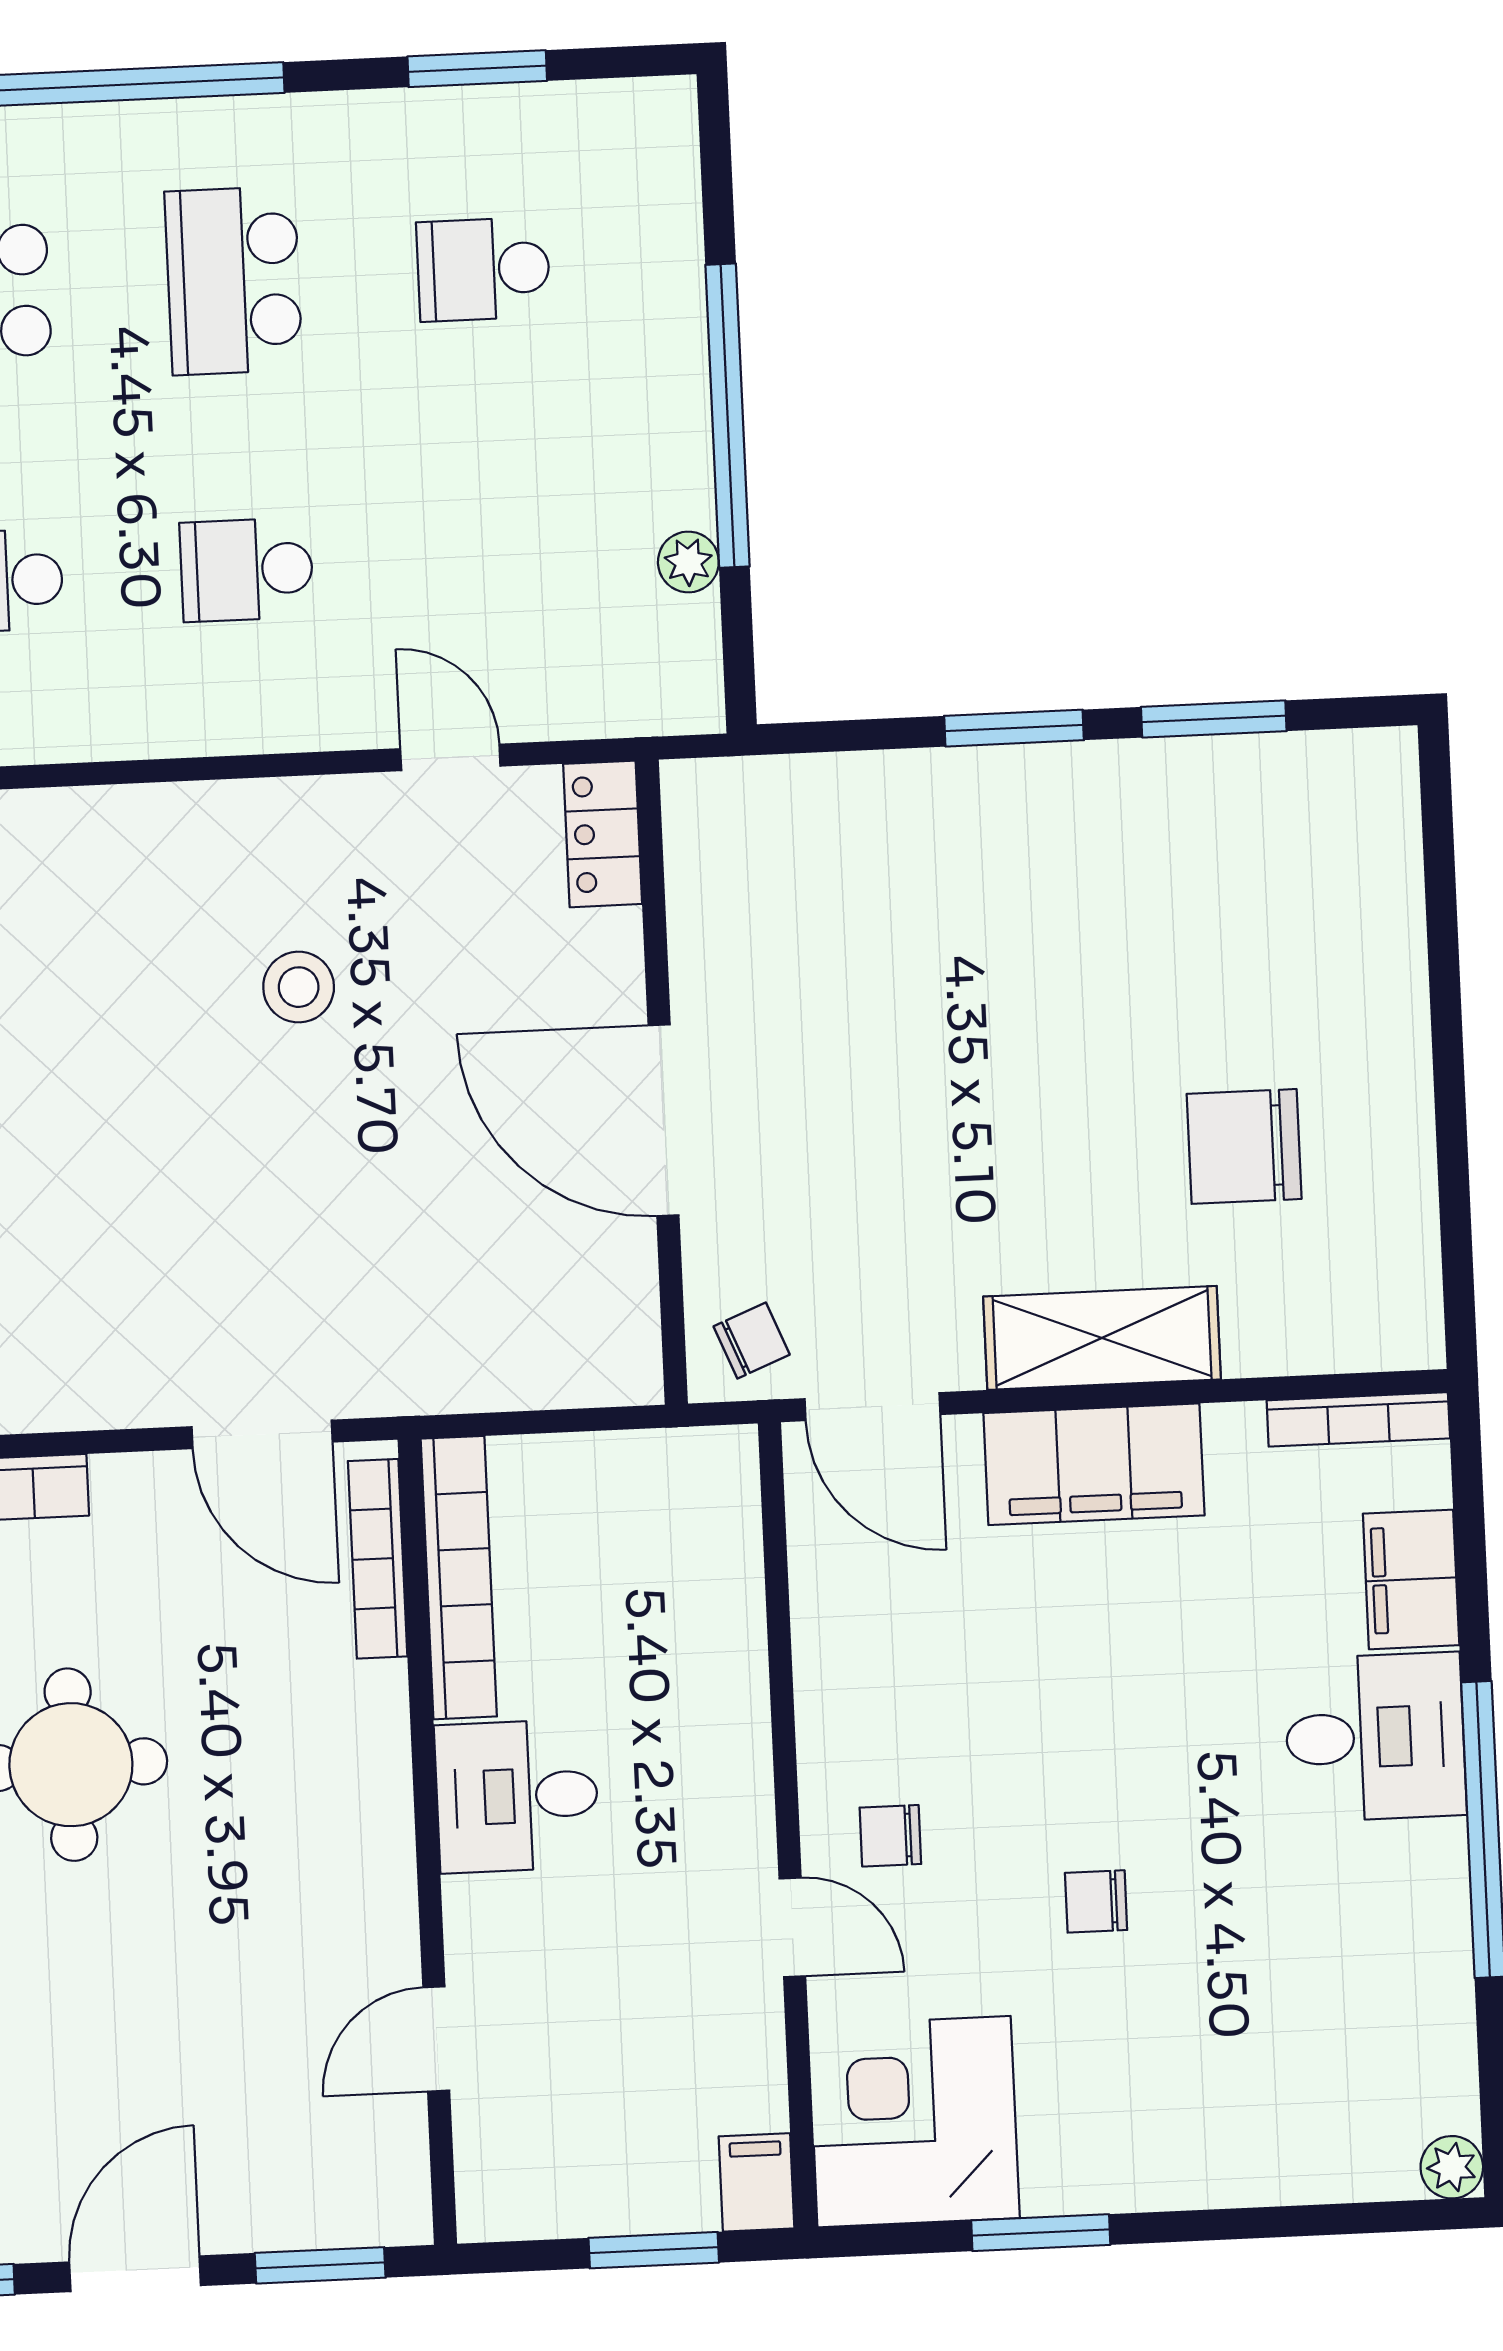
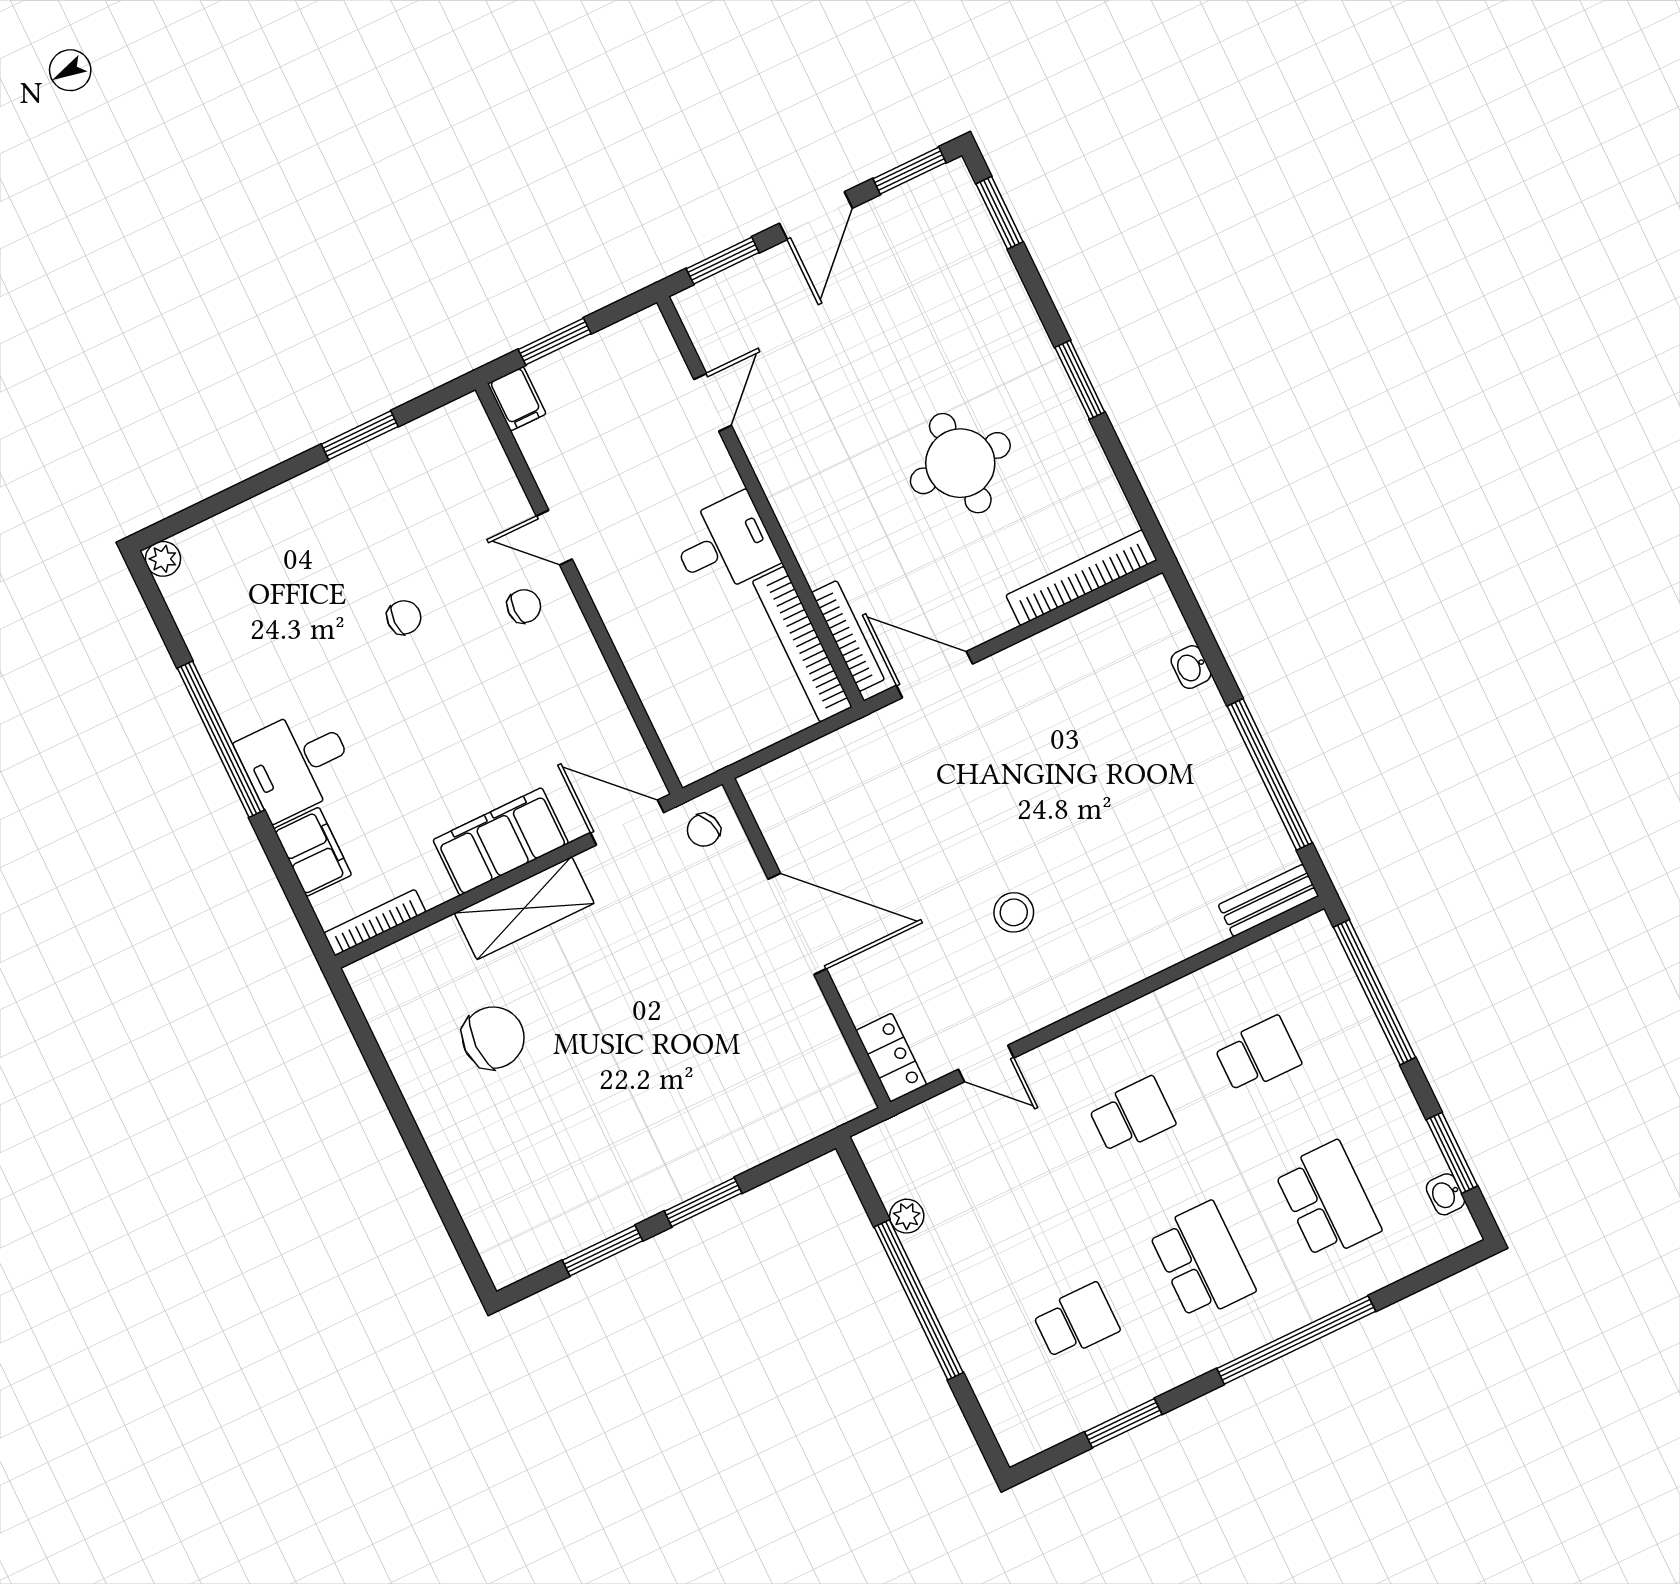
corner desk: (914, 2122) -> (449, 464), removed

